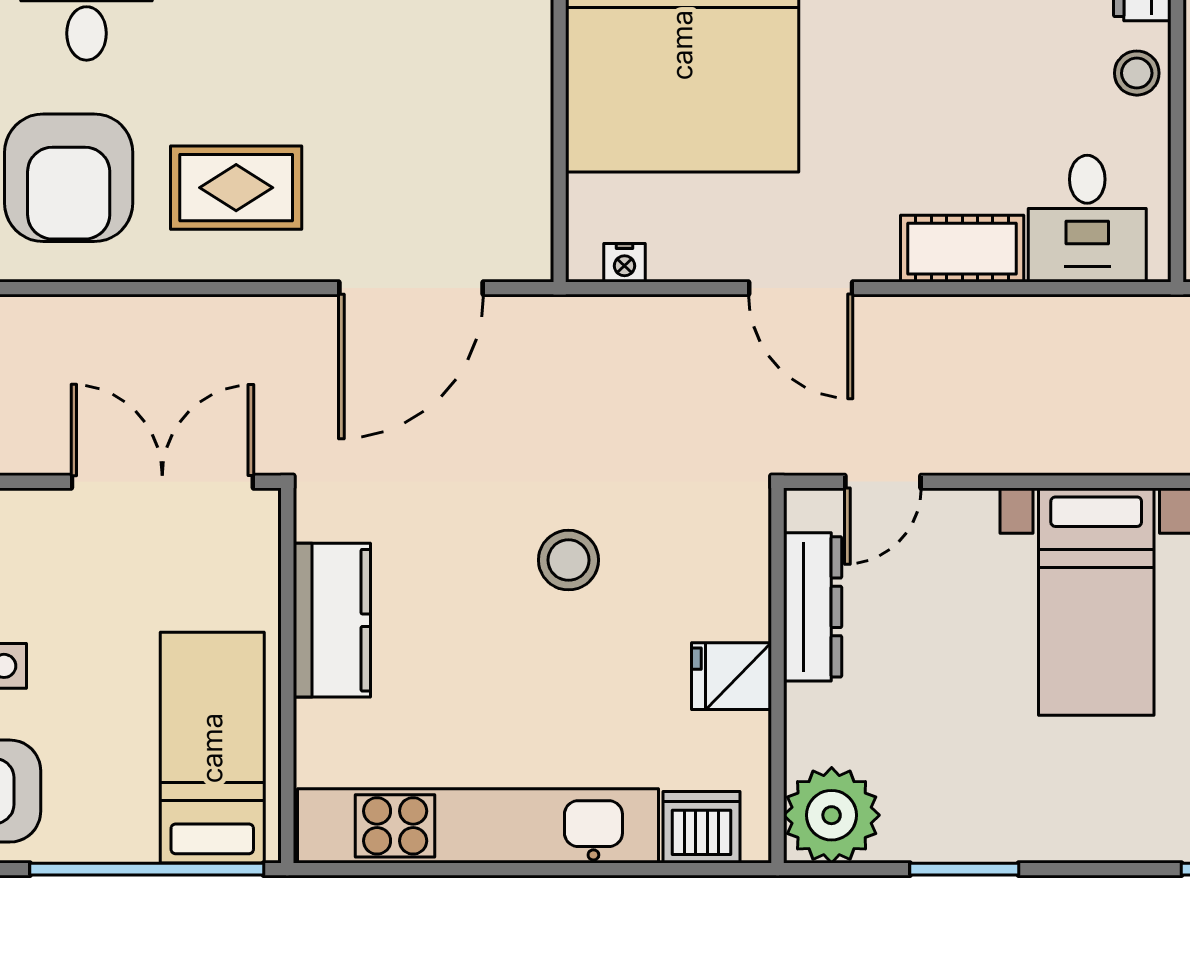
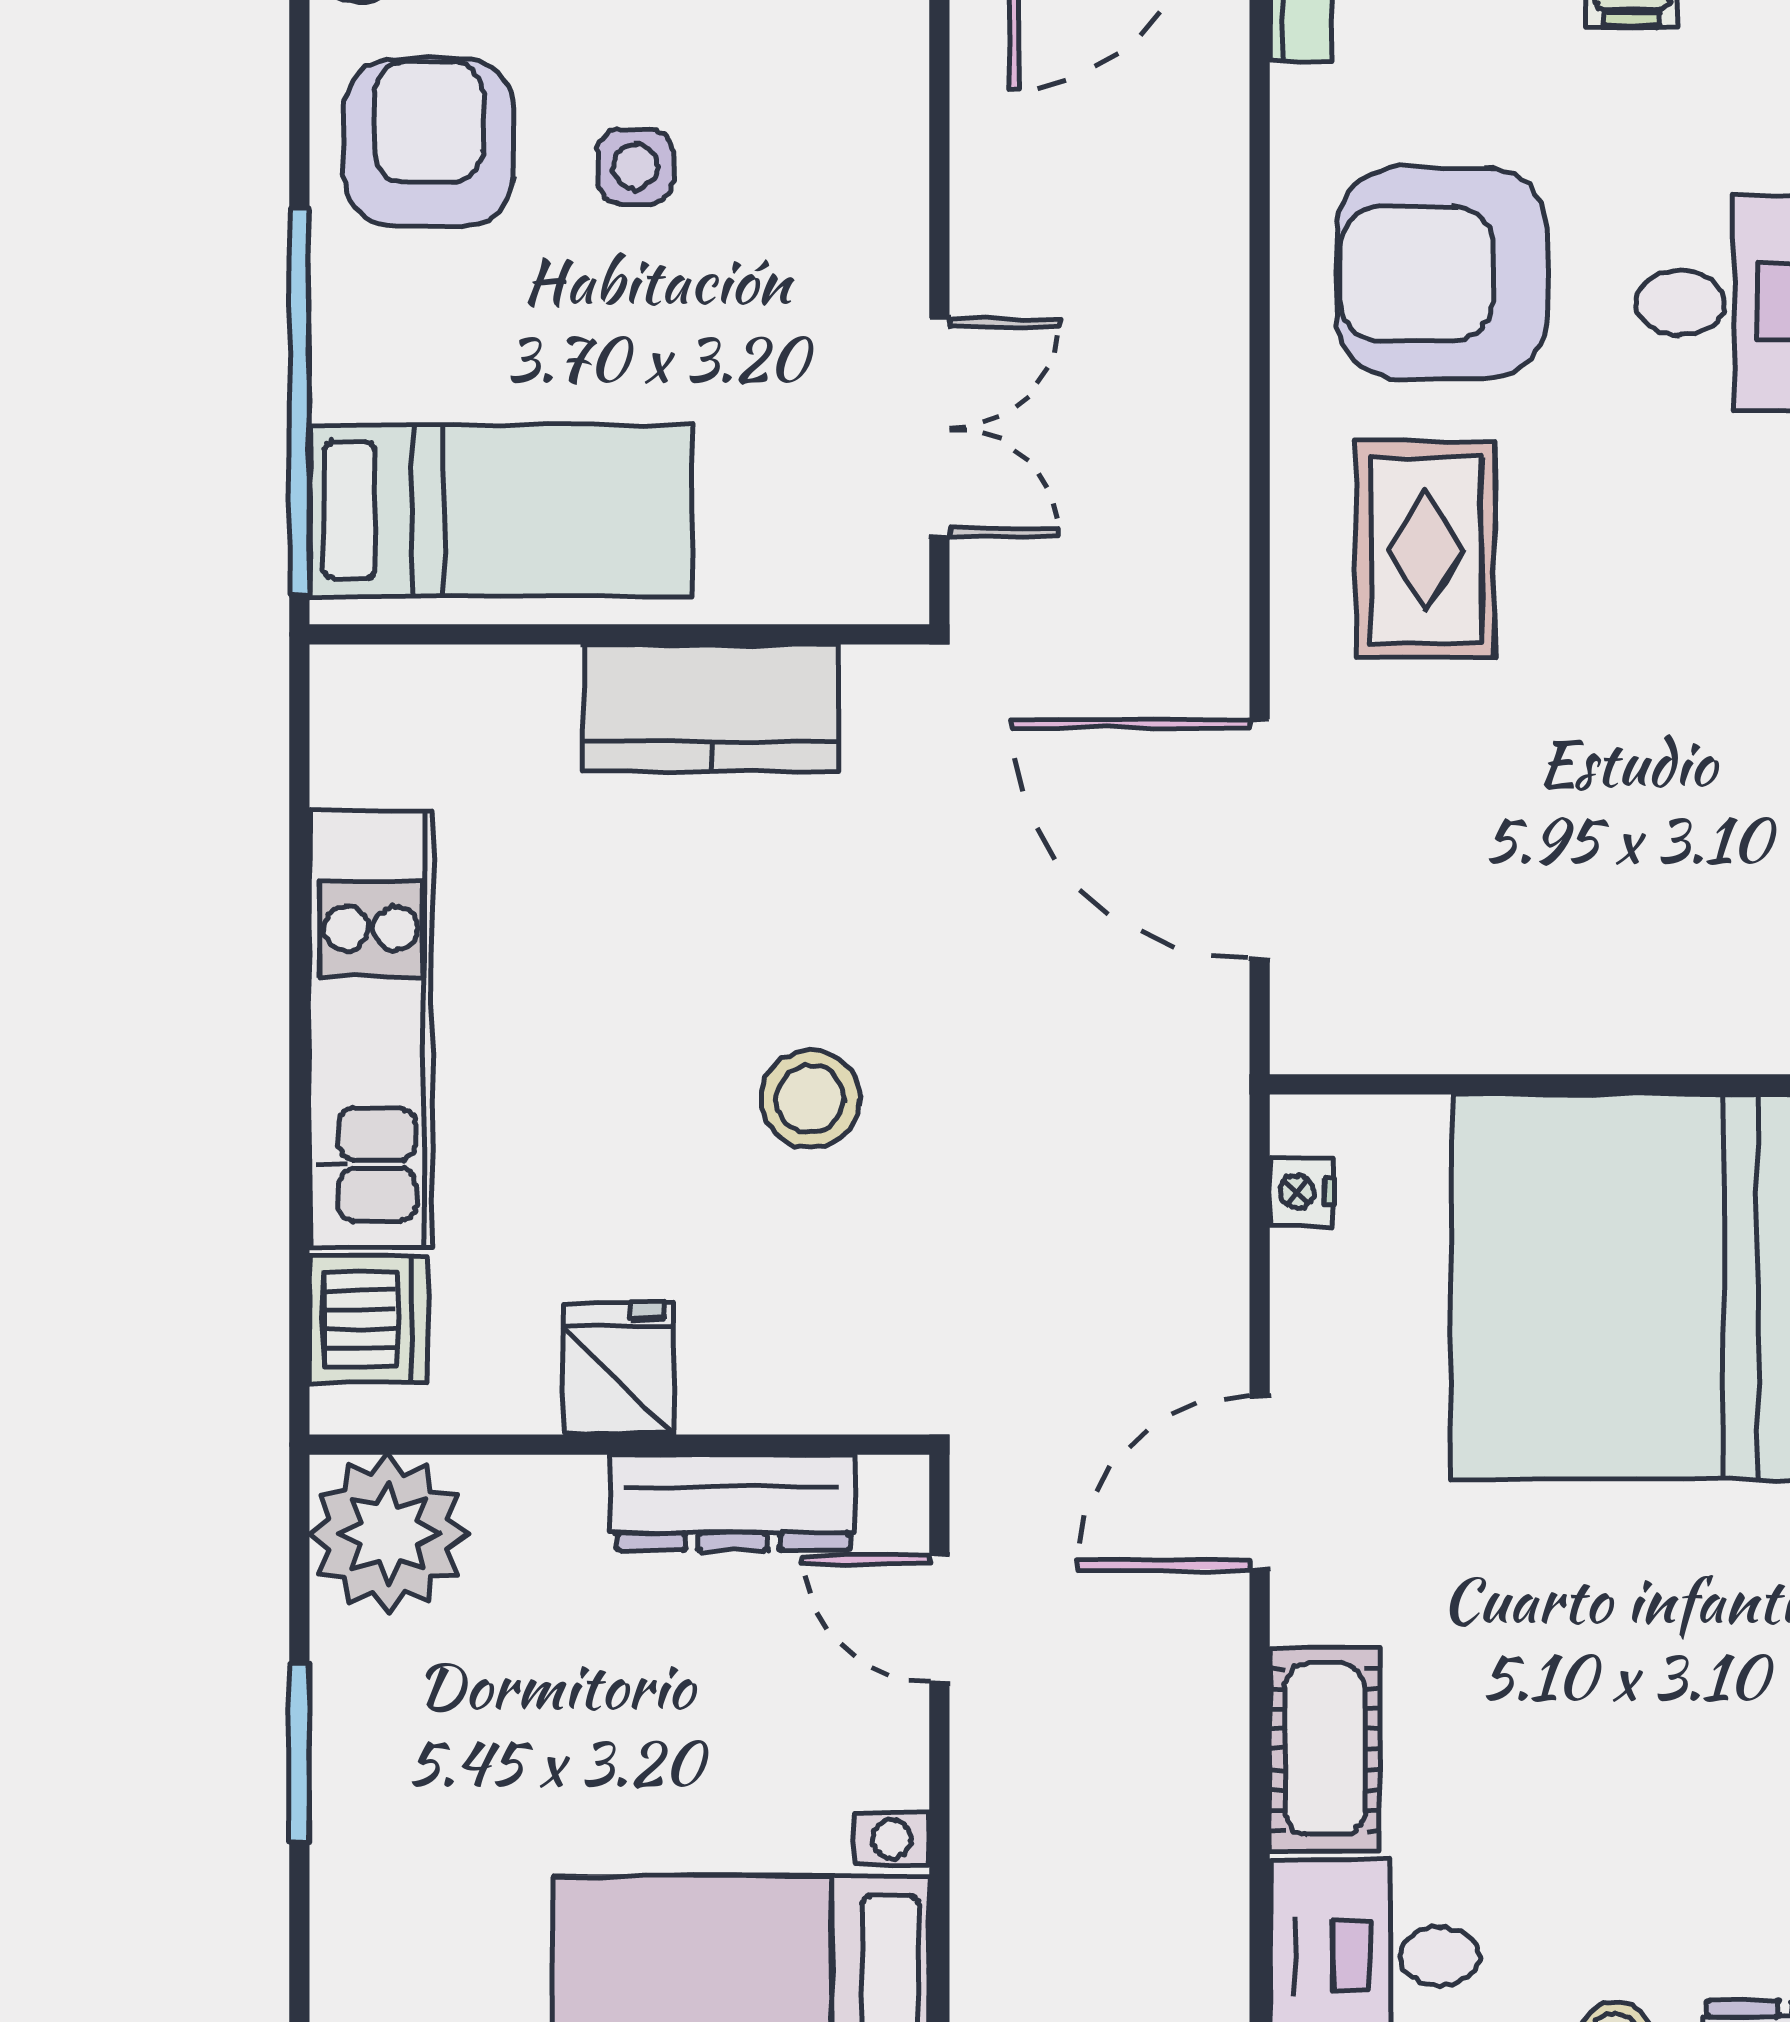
double door: (162, 482) -> (939, 428), width x0.73
kitchen unit: (478, 826) -> (371, 1029), width x0.73

